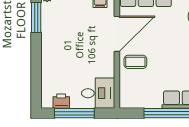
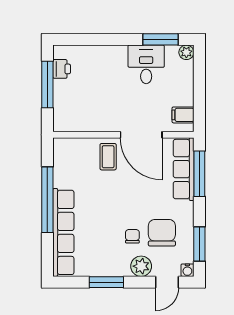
desk: (98, 93) -> (146, 64), moved, turned 180

